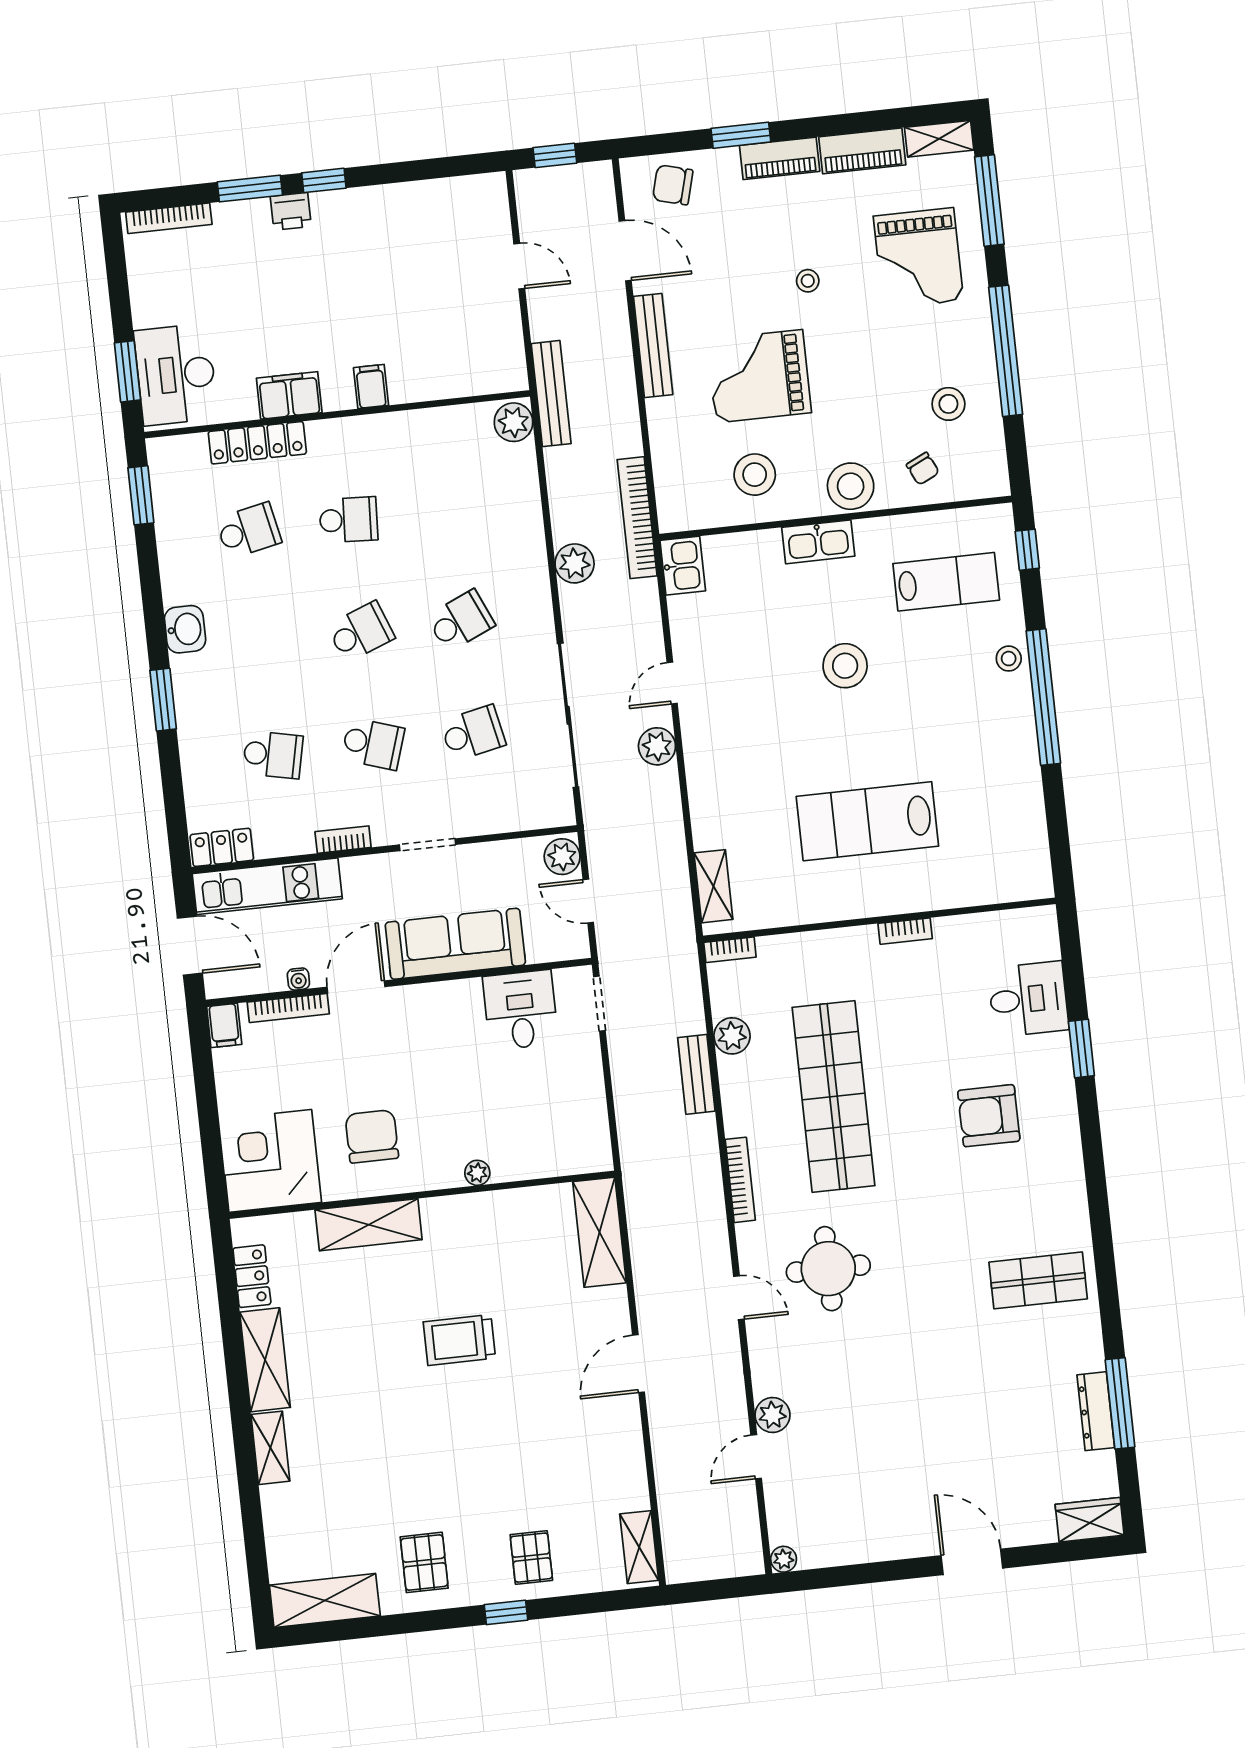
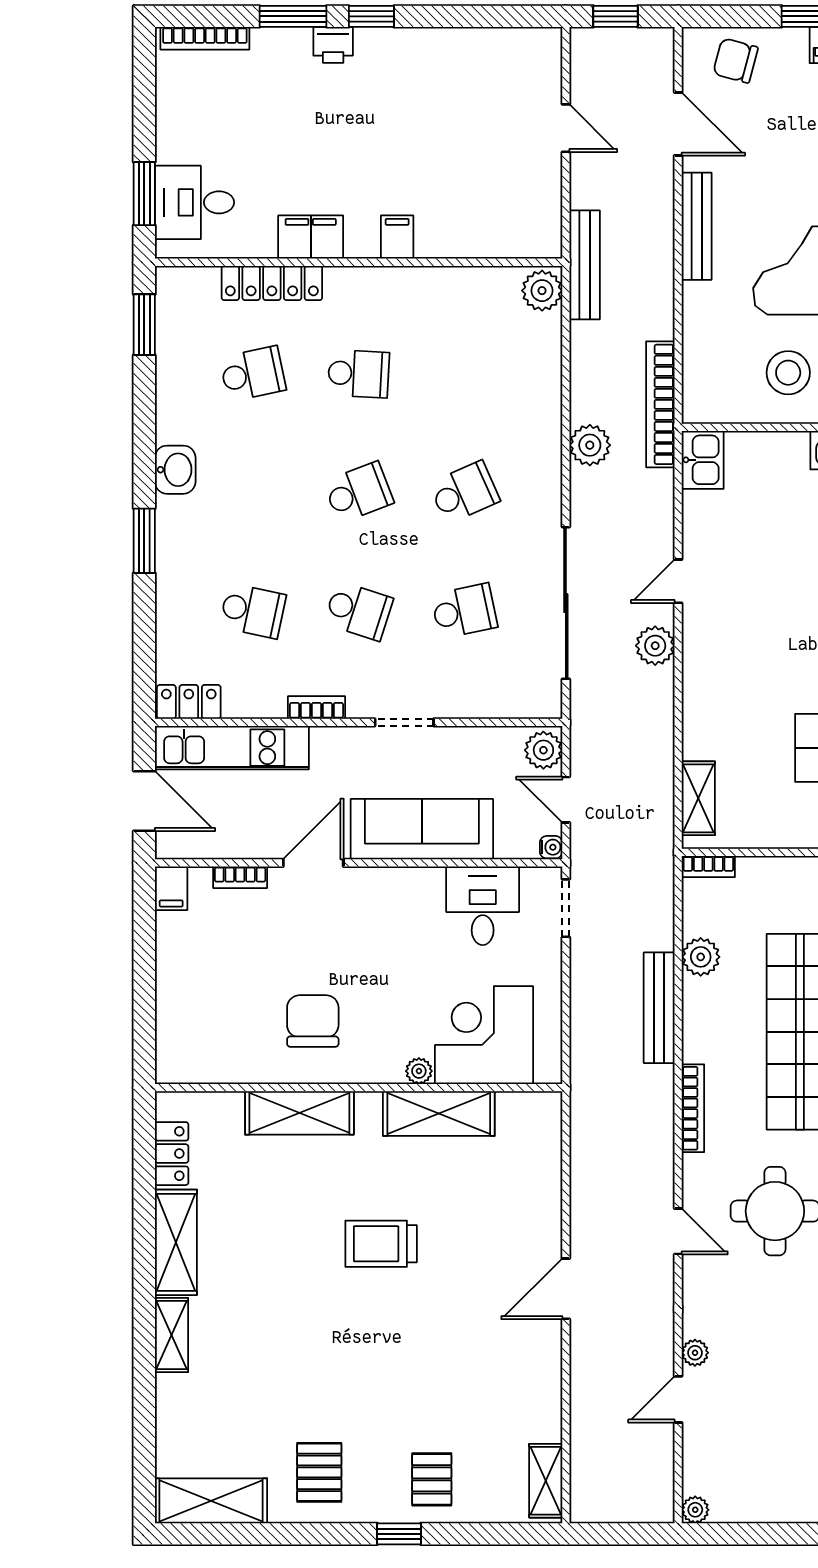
desk: (176, 375) -> (194, 202), width x0.73
water cooler: (298, 979) -> (551, 847), moved, turned -90
bookcase: (288, 1008) -> (240, 877), width x0.64
bench: (696, 1074) -> (659, 1008), width x1.36
corner desk: (270, 1161) -> (484, 1035), moved
shelving: (599, 1232) -> (439, 1114), moved, turned 90
plant: (772, 1415) -> (695, 1353), width x0.73, depth x0.73

